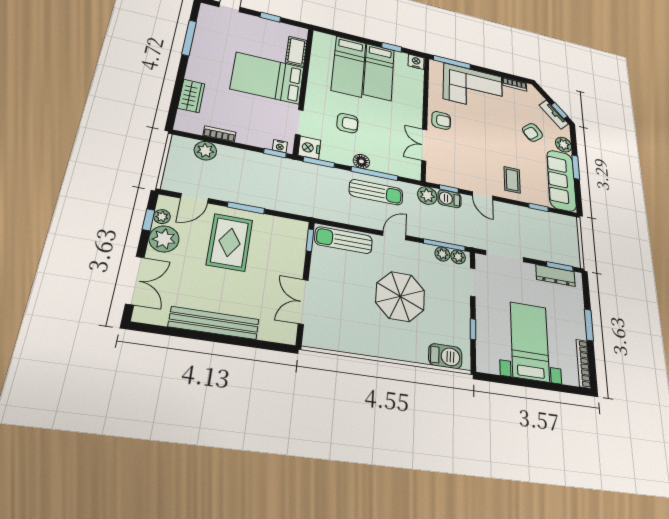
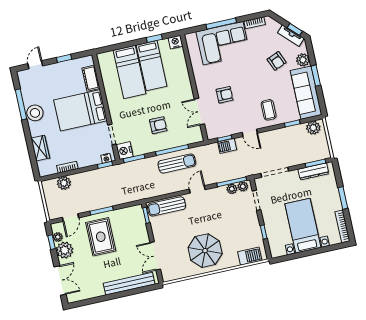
stool: (204, 55) -> (35, 113), added
window: (452, 62) -> (221, 24), moved
armchair: (441, 120) -> (225, 95), moved
armchair: (347, 123) -> (158, 125), moved
armchair: (532, 132) -> (277, 61), turned -74
floor lamp: (361, 161) -> (161, 145), removed
plant: (427, 195) -> (313, 128), moved
parasol: (400, 297) -> (205, 251), moved
bench: (214, 323) -> (129, 284), moved

